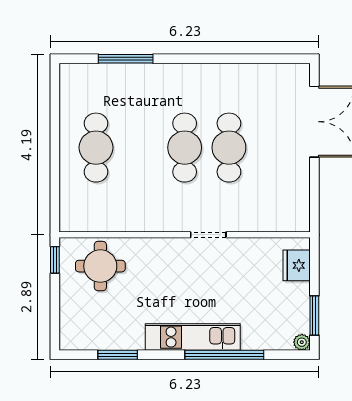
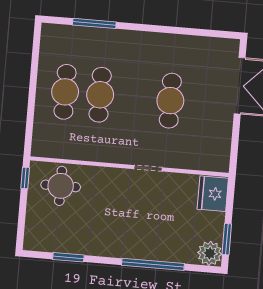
cafe table: (185, 148) -> (100, 95), moved
fridge: (297, 265) -> (213, 194), width x1.36, depth x1.34
kitchen unit: (193, 337) -> (129, 248), removed
plant: (302, 342) -> (210, 253), width x1.88, depth x1.88

